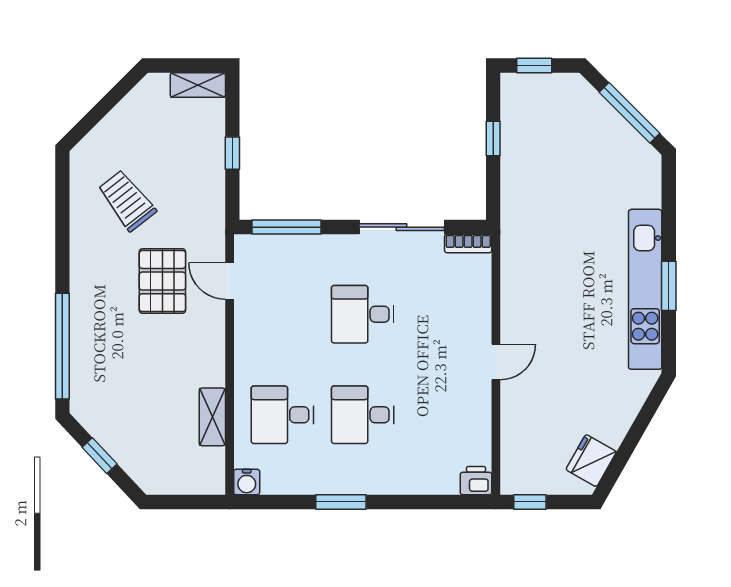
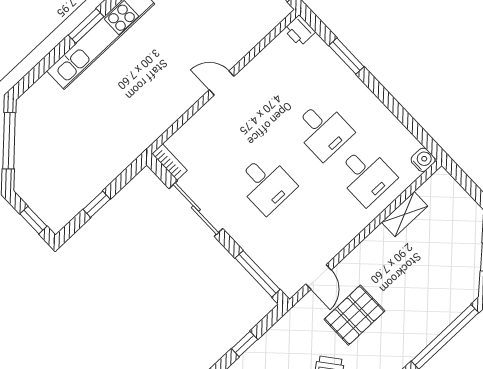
window: (341, 502) -> (346, 56), moved

